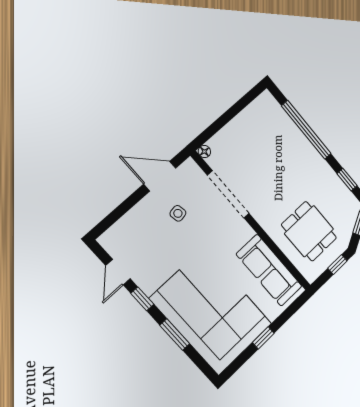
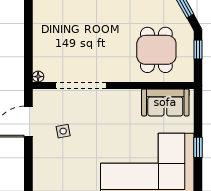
dining table: (309, 231) -> (156, 50), turned 90
sofa: (269, 270) -> (165, 102), width x0.73

